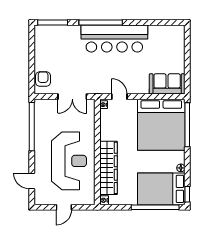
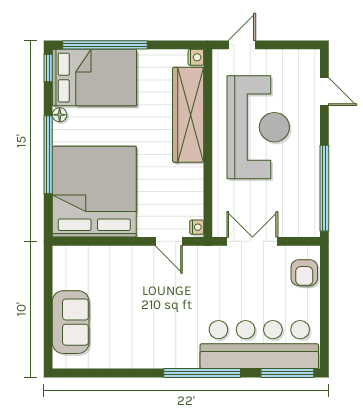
bar counter: (114, 39) -> (259, 345), moved
sofa: (167, 84) -> (71, 322), moved, turned -90
window: (187, 125) -> (48, 155), moved
reception desk: (69, 161) -> (258, 127), turned 180
door: (64, 207) -> (242, 45), moved

